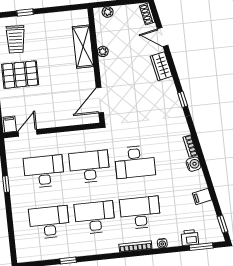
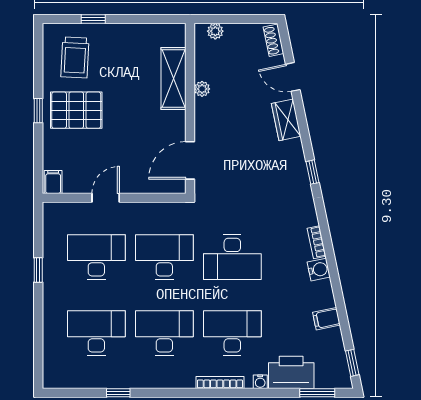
door: (28, 133) -> (106, 198), moved
printer: (190, 238) -> (291, 372), width x1.87, depth x1.48

